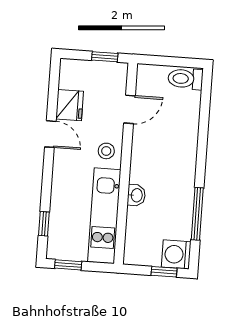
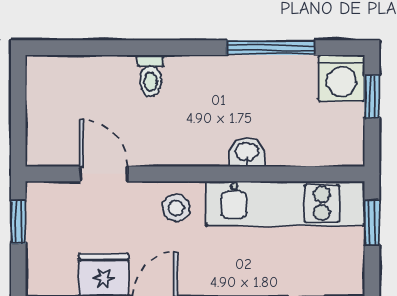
toilet: (185, 79) -> (151, 76), moved, width x0.73, depth x0.72
window: (68, 265) -> (372, 222), moved

